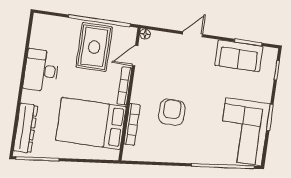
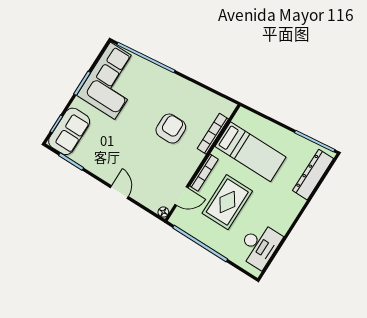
door: (193, 34) -> (119, 192), swing flipped
rug: (94, 47) -> (227, 202), moved
sofa: (239, 56) -> (69, 131), moved, turned 90
desk: (41, 70) -> (259, 245), moved
armchair: (172, 112) -> (171, 129), turned 180
bed: (91, 123) -> (251, 152), width x0.67

